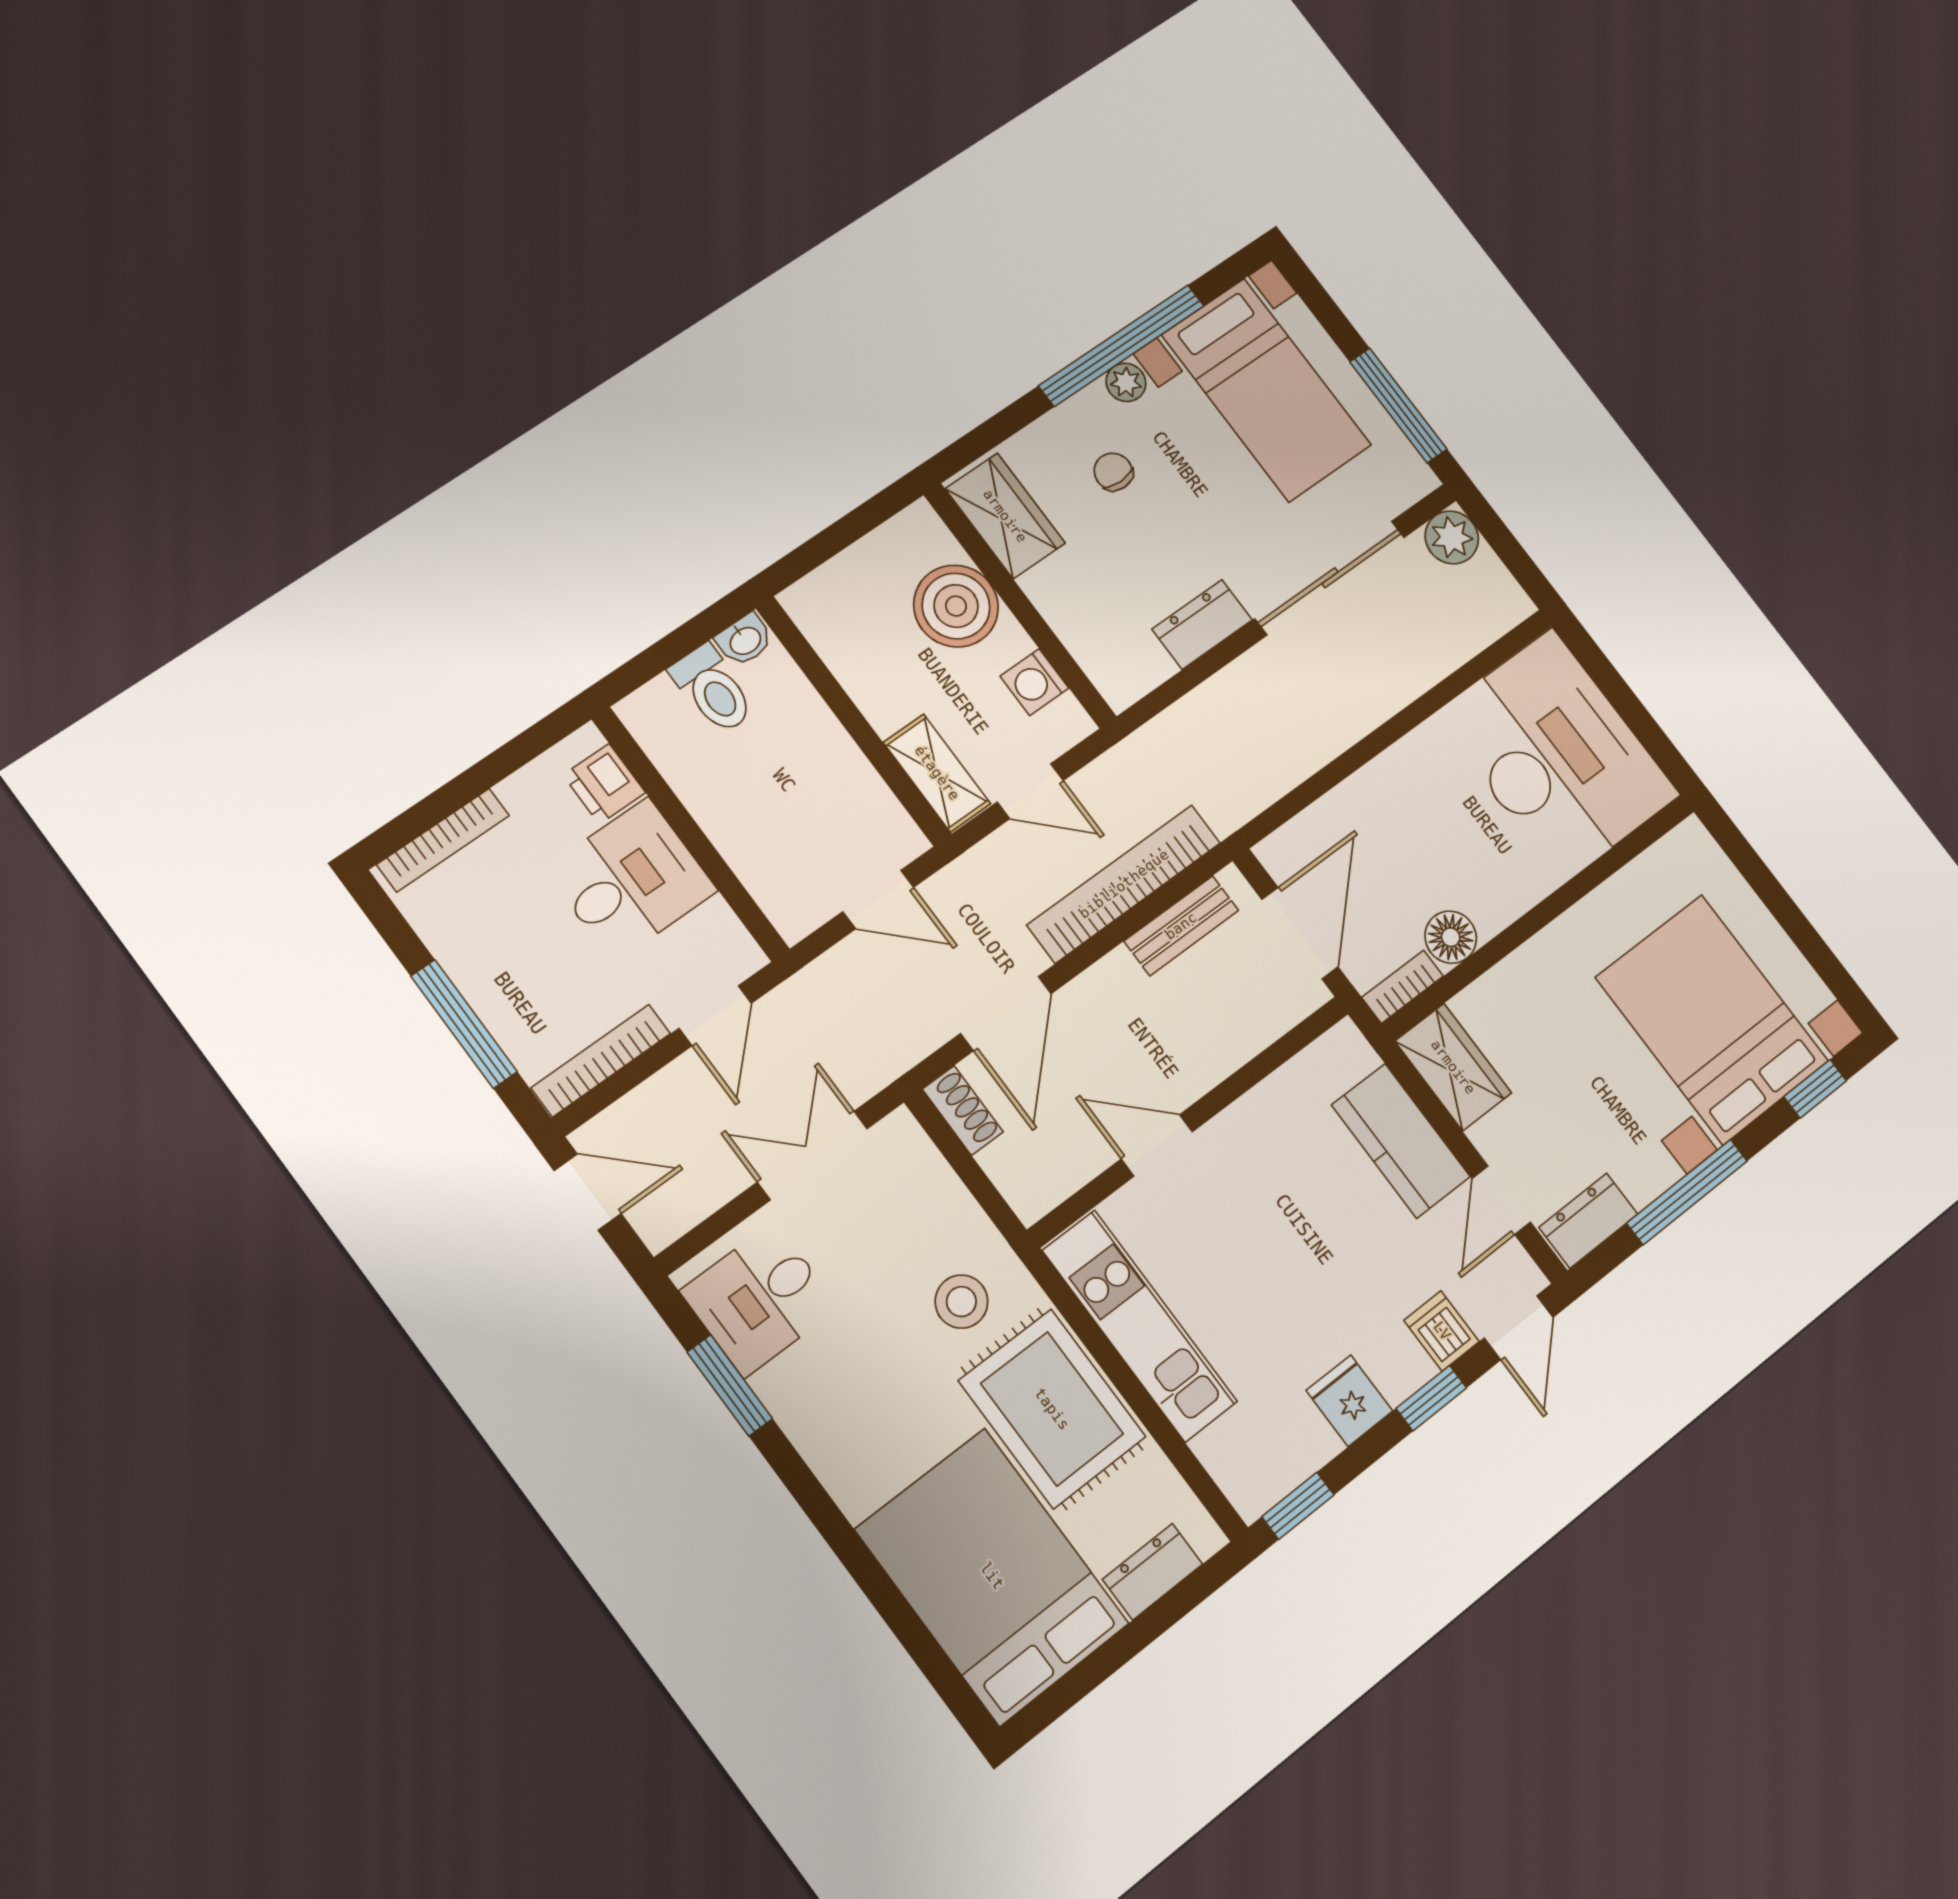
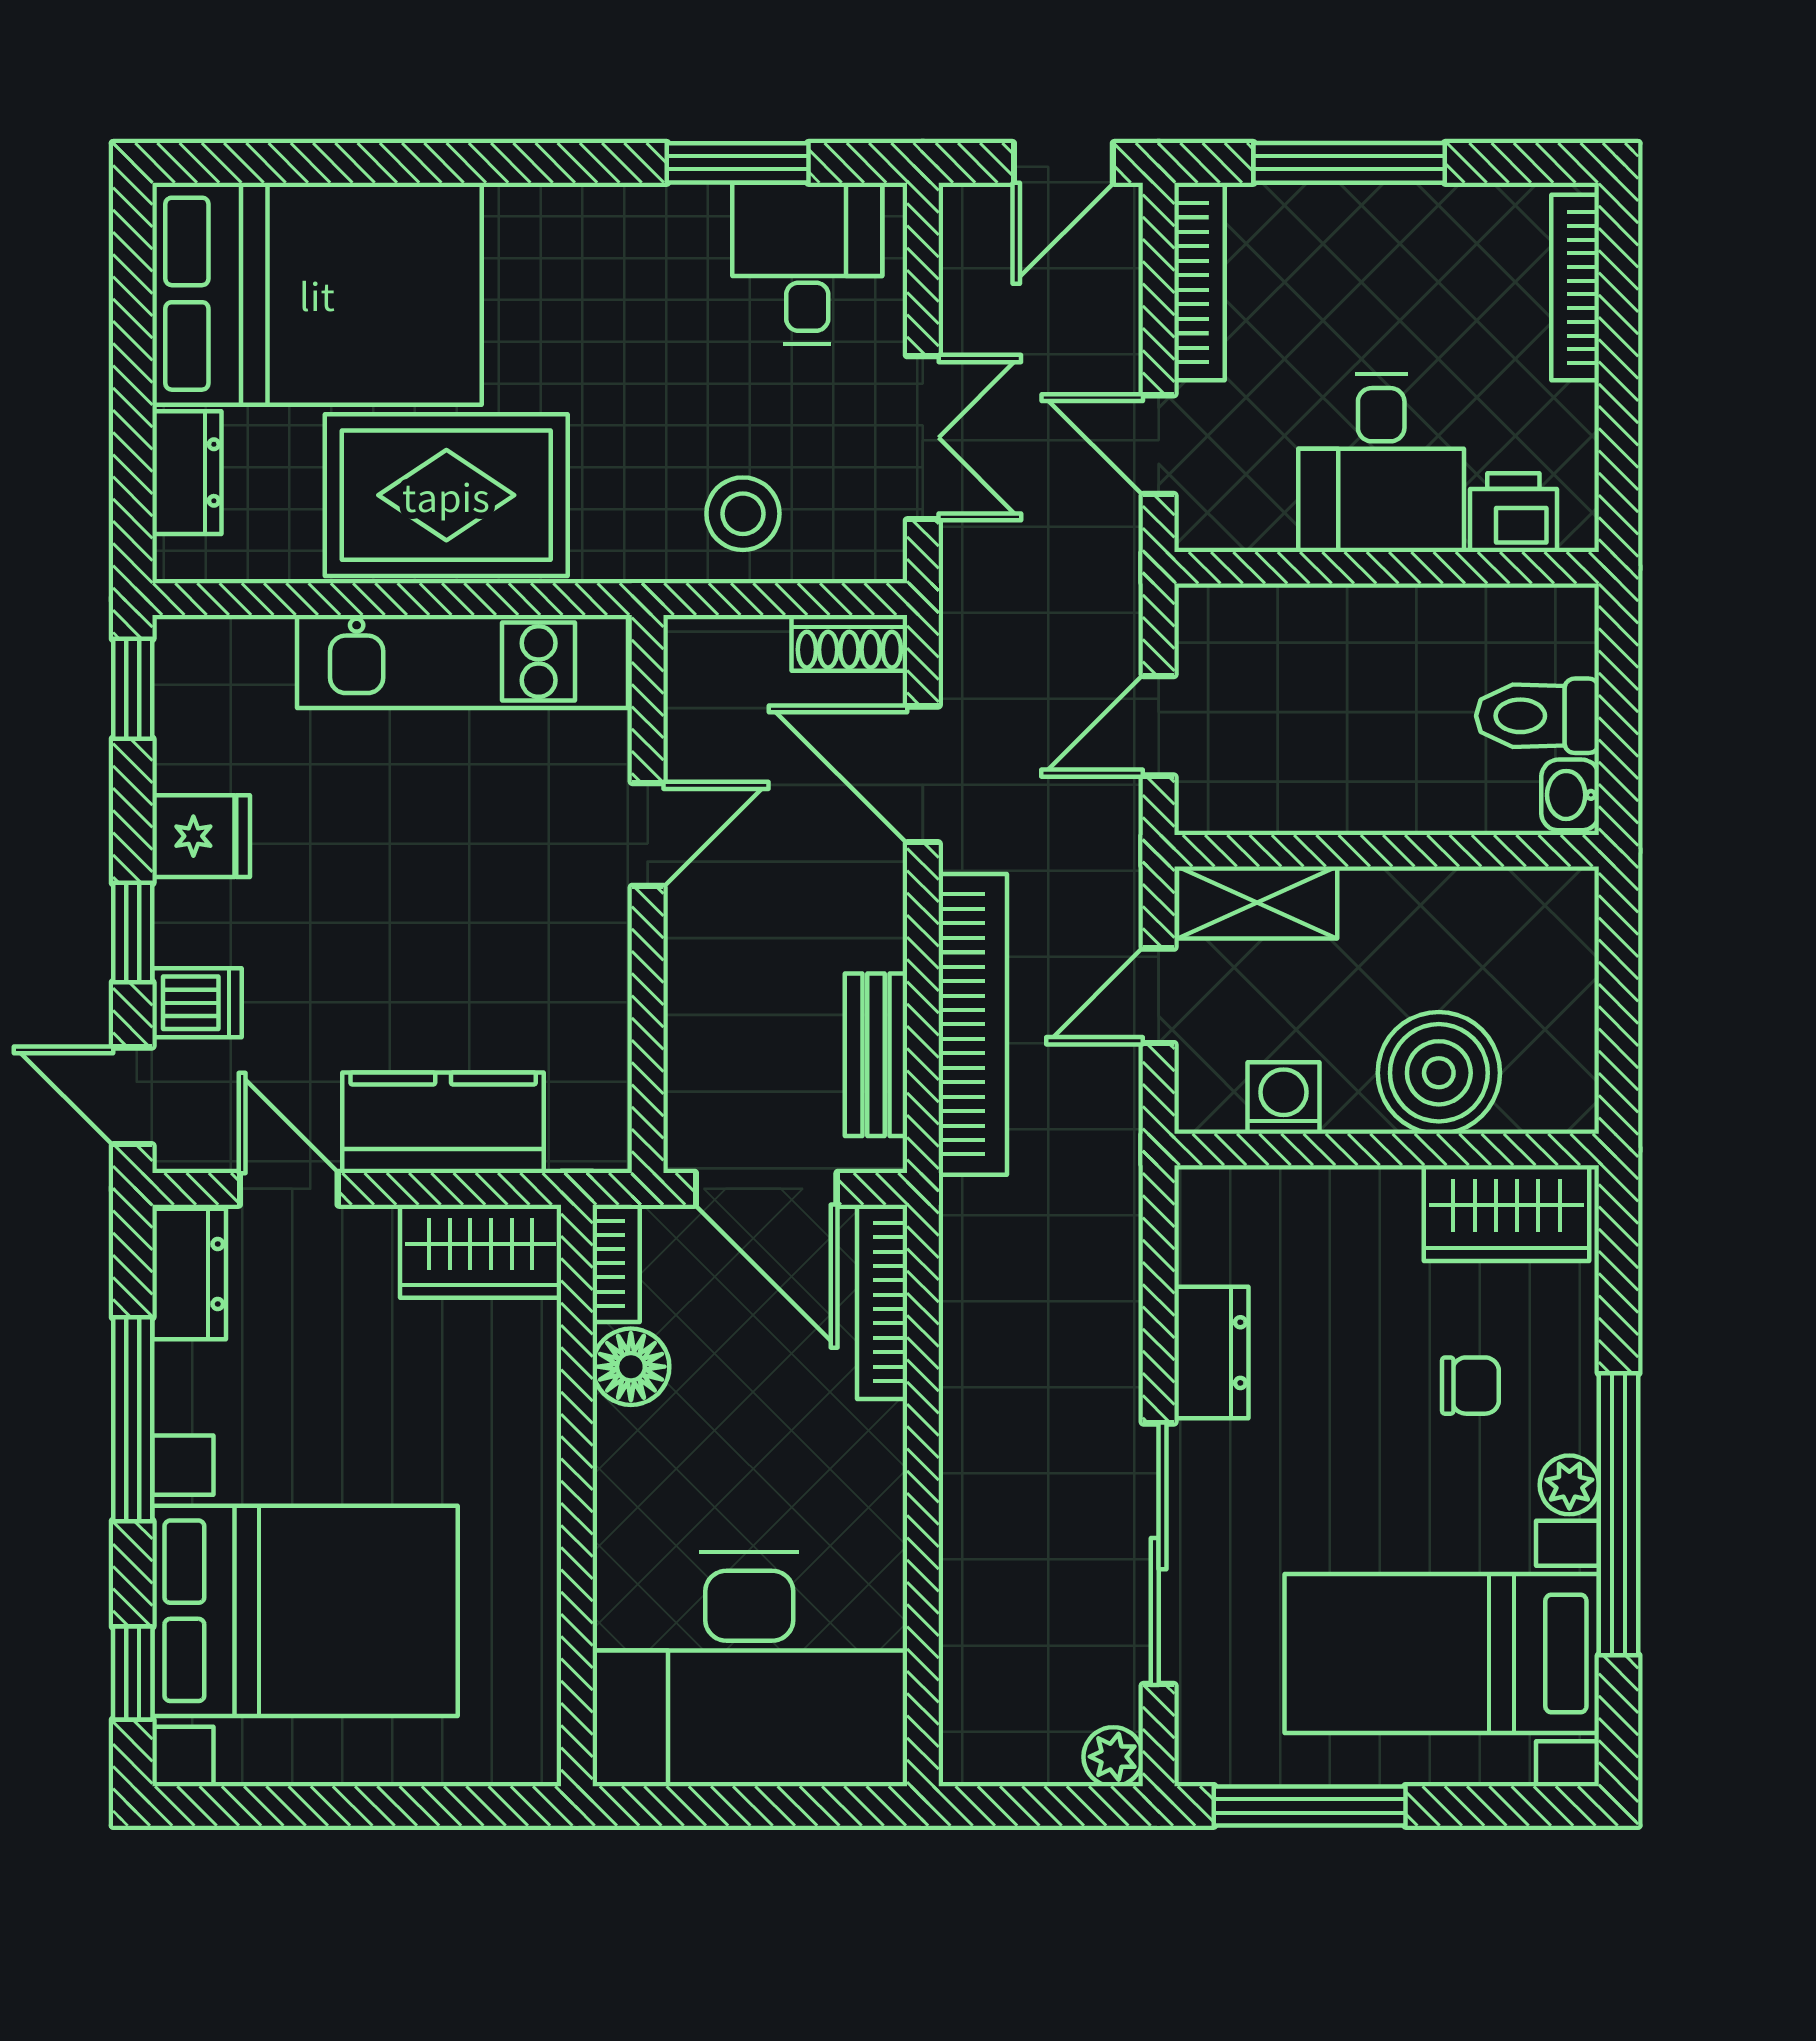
plant: (1452, 537) -> (1113, 1757), width x0.73, depth x0.73
bookcase: (1312, 824) -> (882, 1302), added
stool: (961, 1302) -> (743, 514), moved

